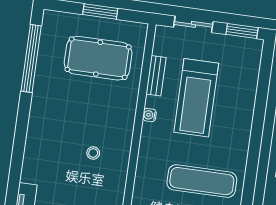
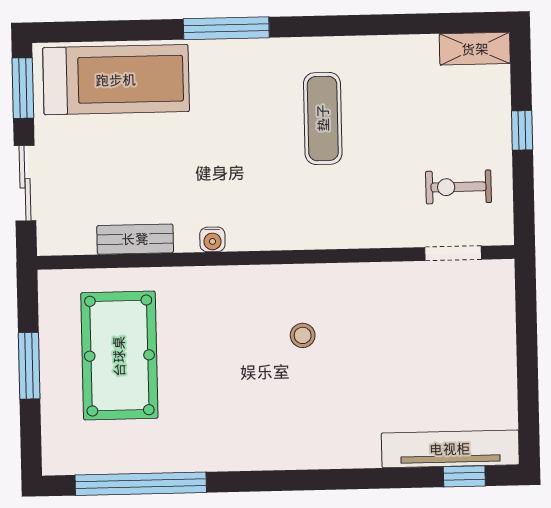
treadmill: (196, 98) -> (116, 80), moved
window: (256, 139) -> (226, 28), added
exercise mat: (202, 181) -> (323, 118), width x0.73, depth x0.69

